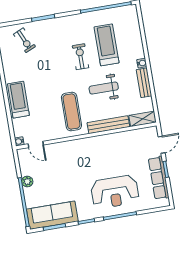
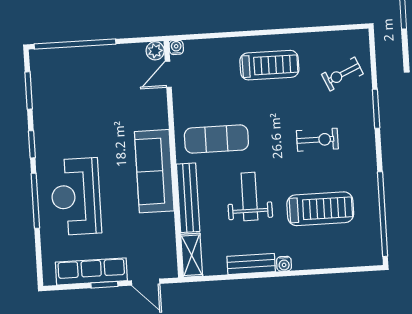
exercise bike: (80, 57) -> (317, 140), moved
treadmill: (18, 100) -> (269, 65), moved
plant: (27, 182) -> (155, 51), moved
sofa: (52, 215) -> (154, 171), moved, turned 180

